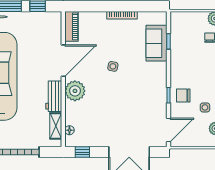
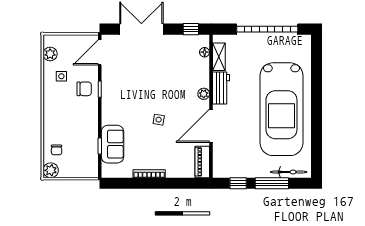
plant: (75, 91) -> (204, 94), width x0.53, depth x0.53

